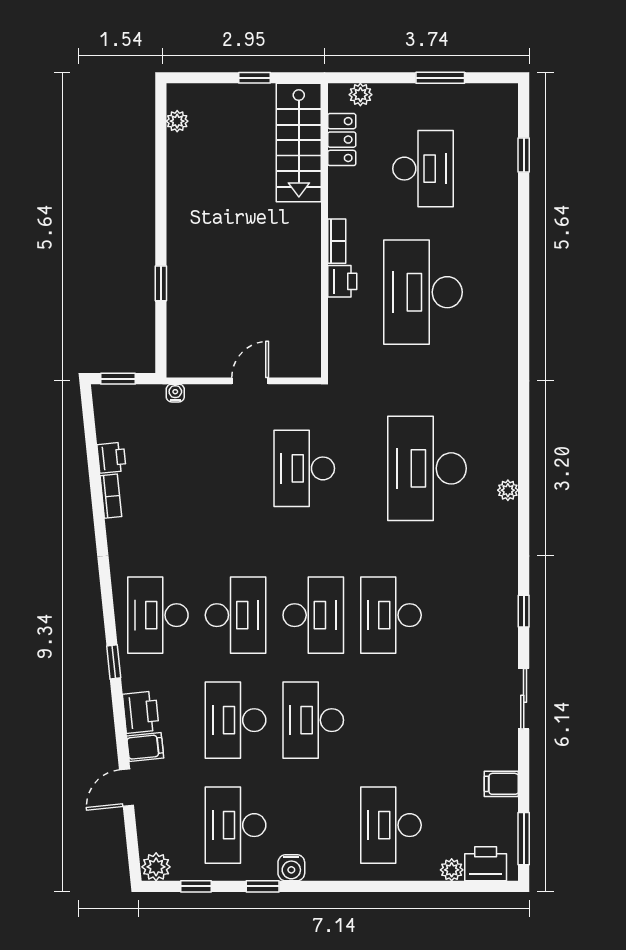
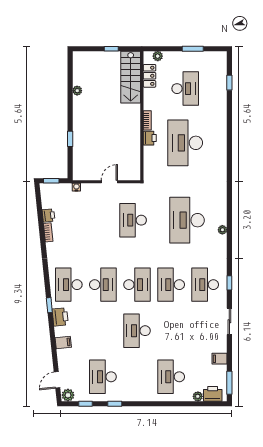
plant: (177, 121) -> (77, 91), moved
printer: (141, 712) -> (60, 317), moved
desk: (236, 720) -> (205, 285), moved
door: (126, 788) -> (57, 380), moved
water cooler: (291, 868) -> (127, 396), removed

